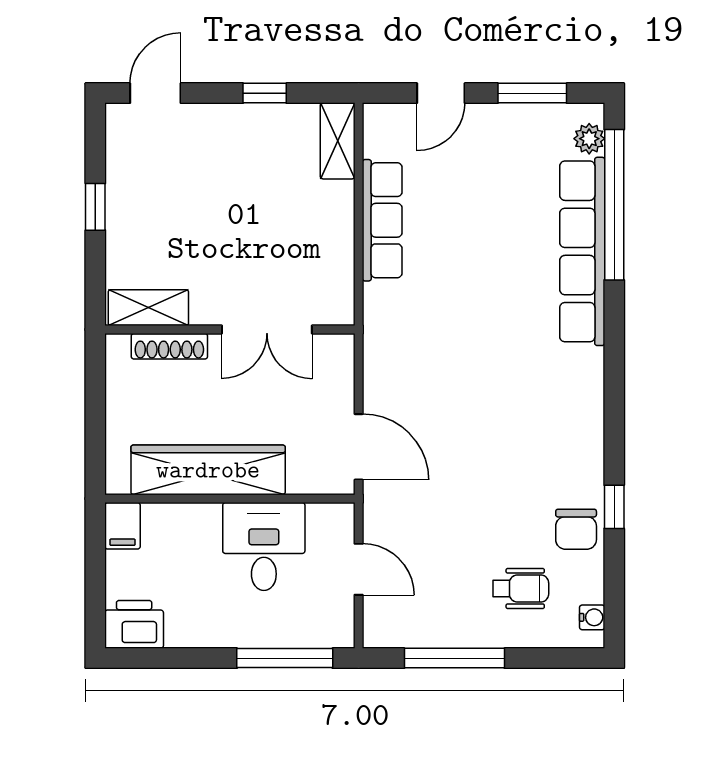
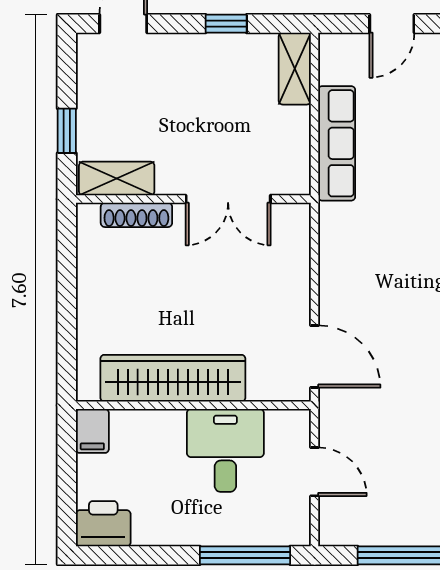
shelving: (148, 308) -> (117, 179), moved
wall: (230, 329) -> (193, 199), moved
double door: (267, 329) -> (228, 199), moved
shoe rack: (169, 346) -> (136, 215), moved

